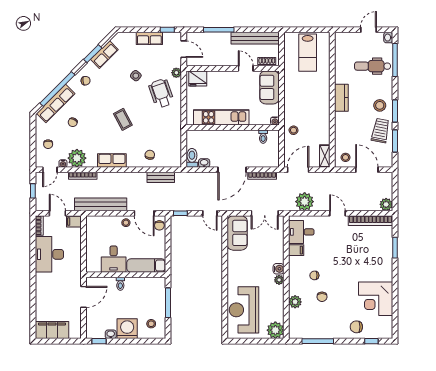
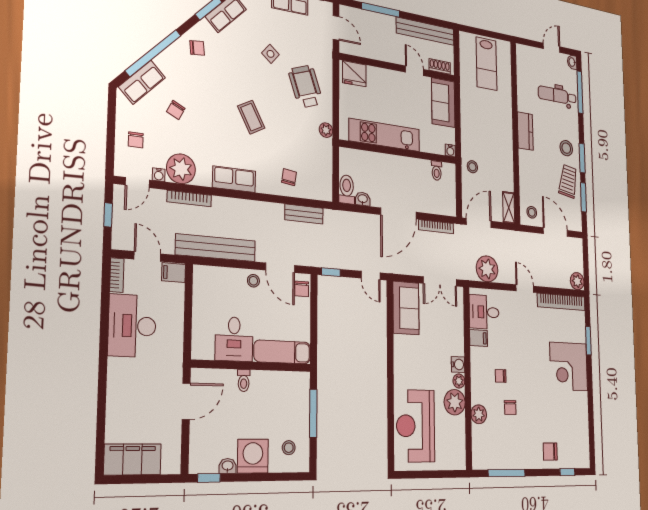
plant: (176, 73) -> (326, 130), moved
row of seats: (56, 104) -> (142, 82), width x0.68
corner desk: (376, 299) -> (569, 367), moved
plant: (275, 330) -> (455, 402), moved

